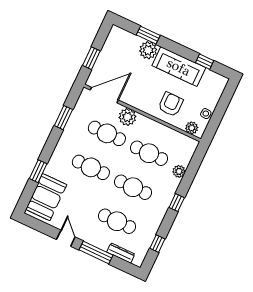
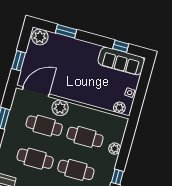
plant: (148, 50) -> (40, 37), moved
sofa: (179, 67) -> (121, 61), moved
armchair: (171, 104) -> (97, 90), removed

